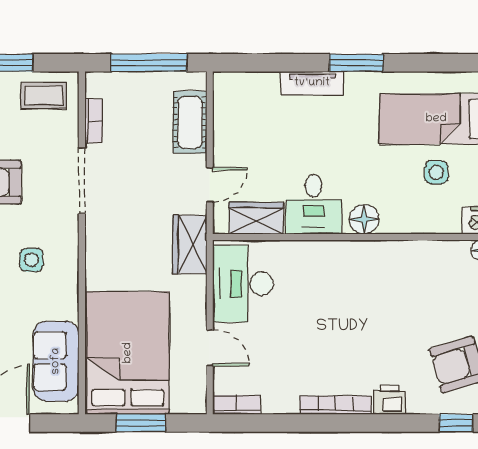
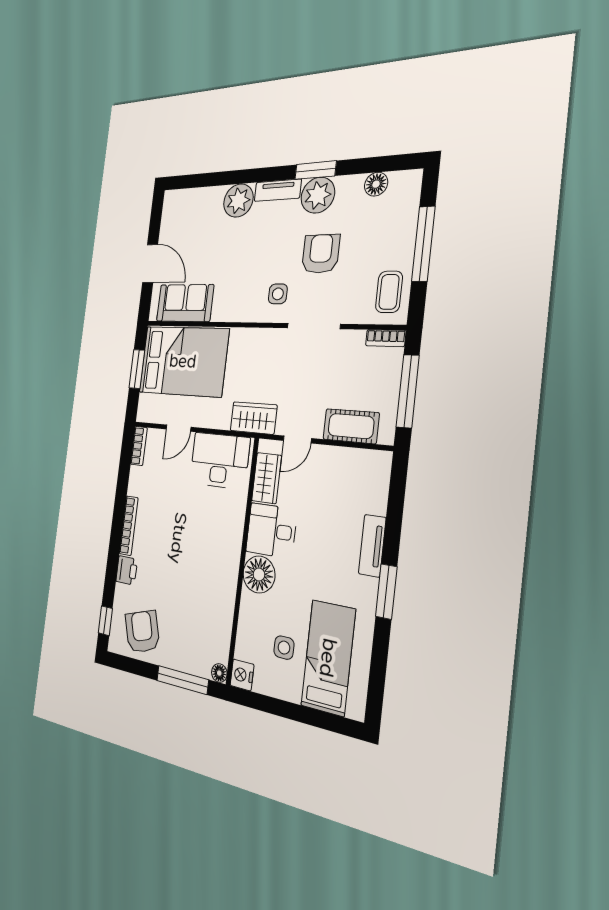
bookcase: (94, 121) -> (386, 338), moved
door: (210, 185) -> (297, 439), hinge flipped
floor lamp: (364, 219) -> (259, 574), width x1.38, depth x1.38
side table: (31, 260) -> (278, 294), moved

